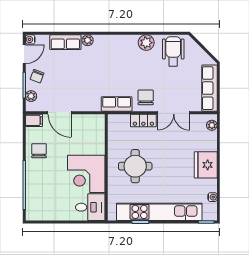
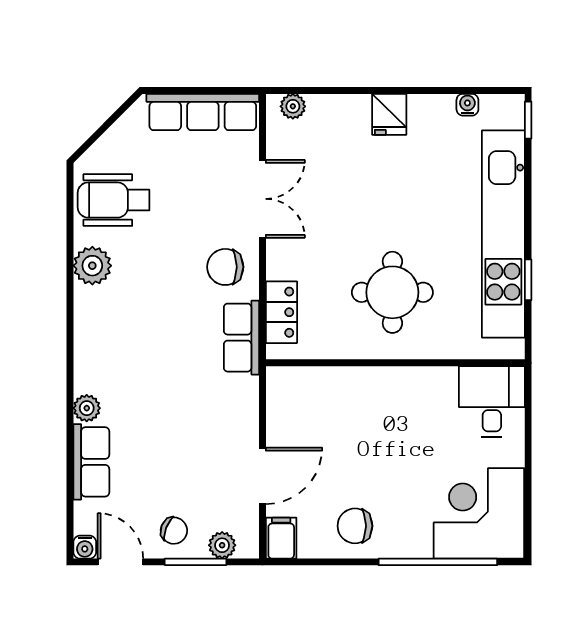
locker: (143, 120) -> (281, 312), moved
fridge: (206, 165) -> (389, 114), width x0.53, depth x0.75
corner desk: (86, 174) -> (479, 513), moved, turned 180

